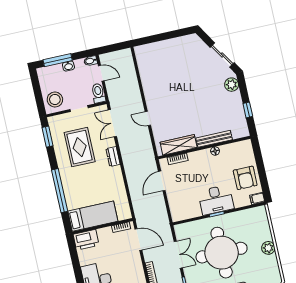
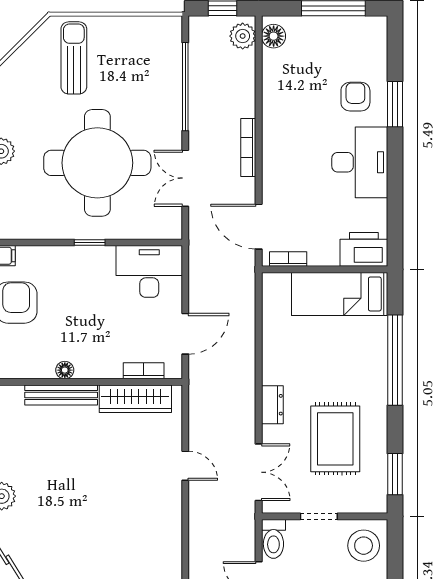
desk: (216, 200) -> (149, 271), moved

